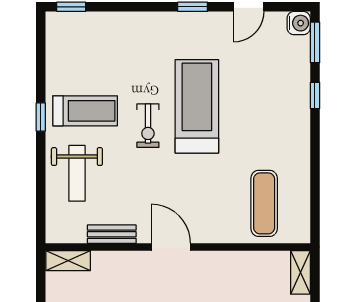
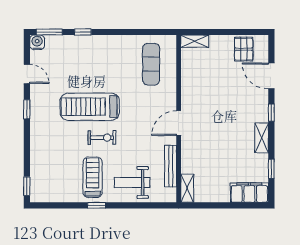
weight bench: (77, 173) -> (132, 183), turned 180
exercise mat: (264, 203) -> (151, 64), turned 90
bench: (112, 234) -> (171, 166), width x1.36

